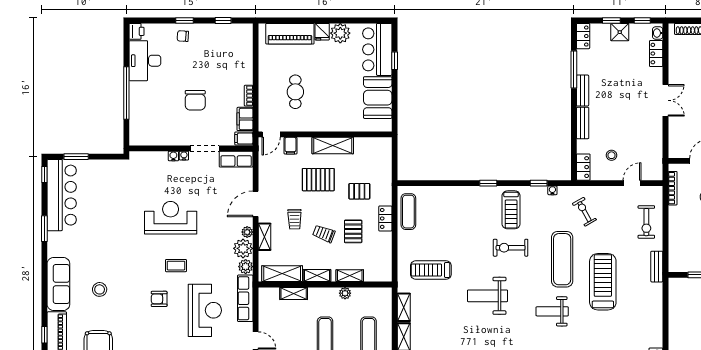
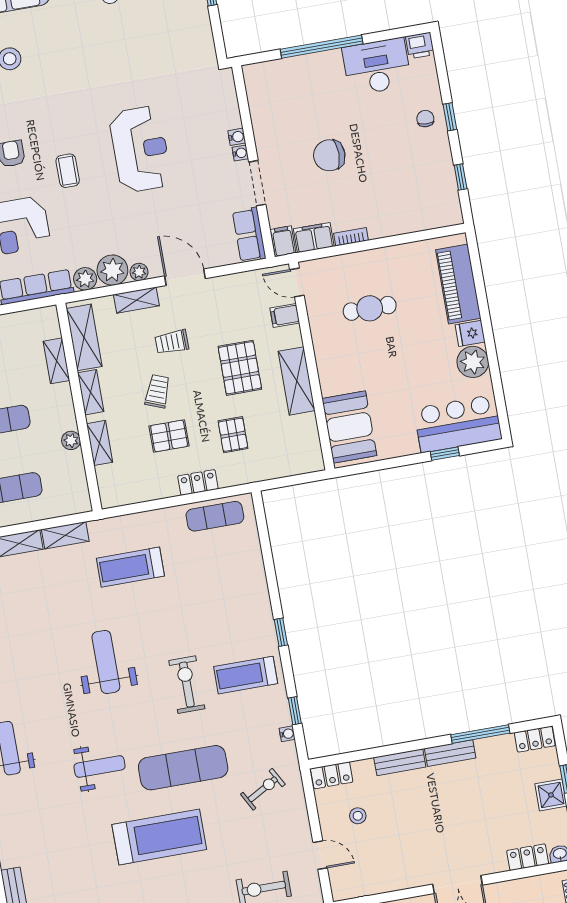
booth: (378, 98) -> (349, 427), moved, turned 90
treadmill: (431, 270) -> (130, 567), turned -90
weight bench: (552, 311) -> (100, 767), turned 90

